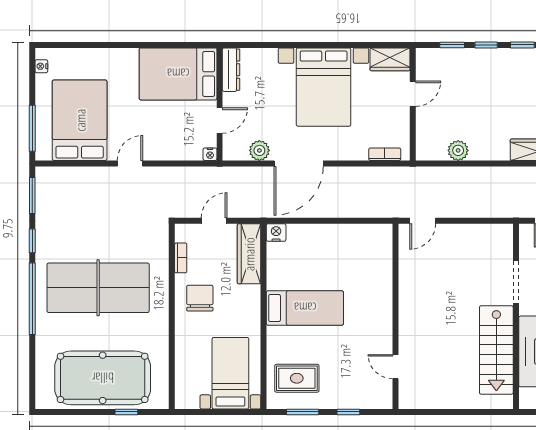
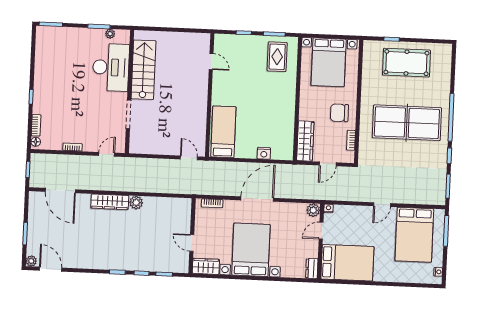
dresser: (231, 70) -> (312, 268), width x0.70
door: (413, 94) -> (192, 243), hinge flipped
plant: (259, 150) -> (313, 210), moved
plant: (458, 150) -> (136, 203), moved
door: (299, 163) -> (257, 199), moved
door: (423, 221) -> (189, 158), hinge flipped
nightstand: (276, 233) -> (264, 153), moved
chair: (200, 298) -> (339, 113), turned 90
bed: (305, 308) -> (223, 132), moved, turned 90
bed with nightstands: (230, 373) -> (329, 62), width x1.36
pool table: (103, 378) -> (406, 63), width x0.73, depth x0.76
rug: (297, 378) -> (277, 57), turned 90

